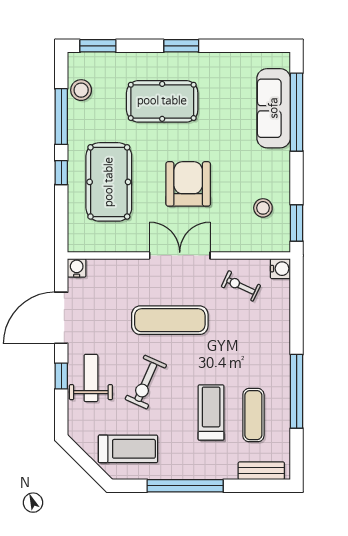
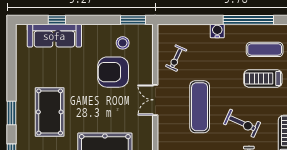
window: (181, 46) -> (12, 113), moved
window: (297, 112) -> (57, 20), width x0.32
armchair: (188, 184) -> (113, 72), moved
double door: (180, 256) -> (155, 100), width x0.73
water cooler: (280, 269) -> (217, 31), moved

